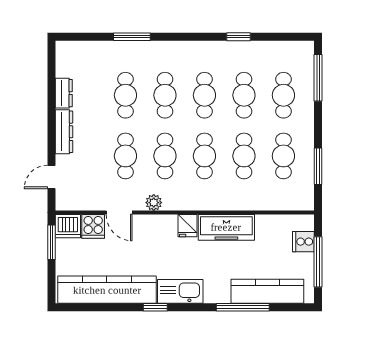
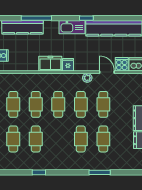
cafe table: (204, 95) -> (58, 139), removed
freezer: (226, 227) -> (50, 64), width x0.71

